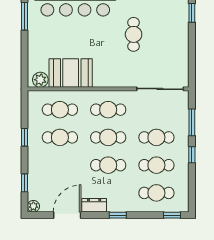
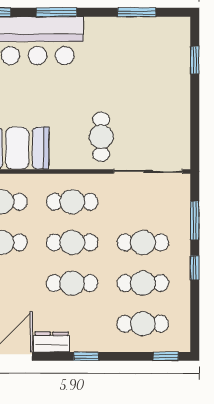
cafe table: (134, 34) -> (101, 137), moved

